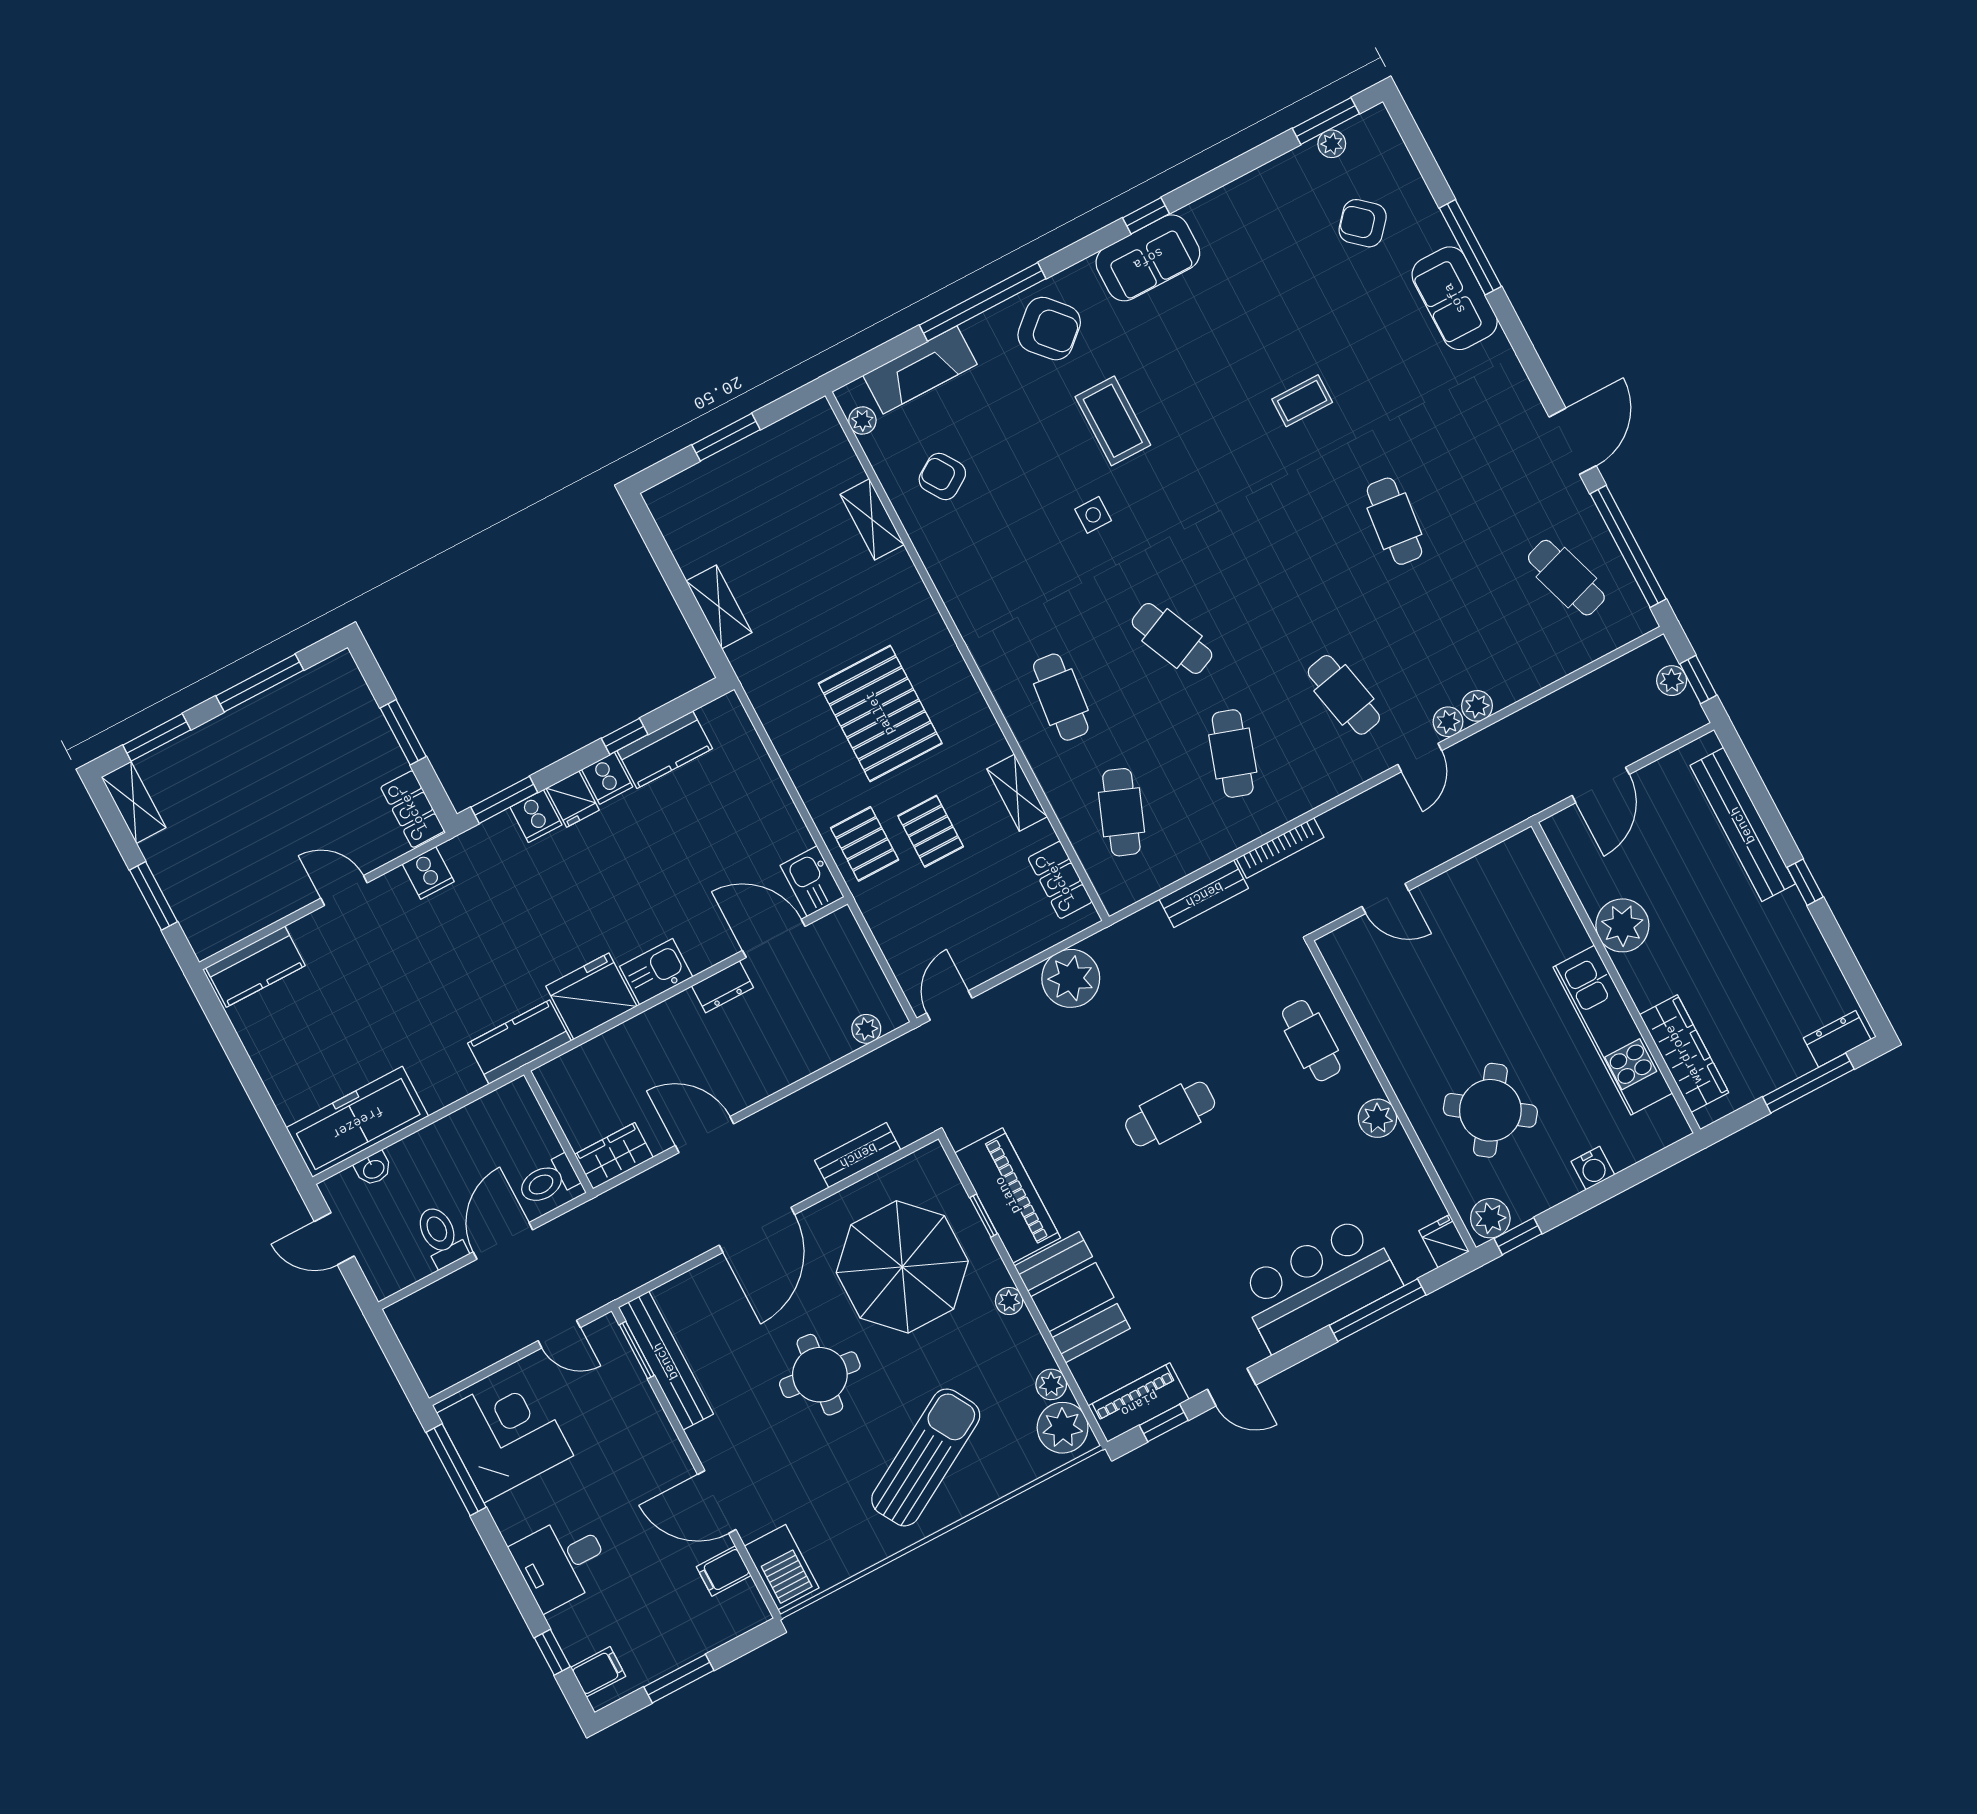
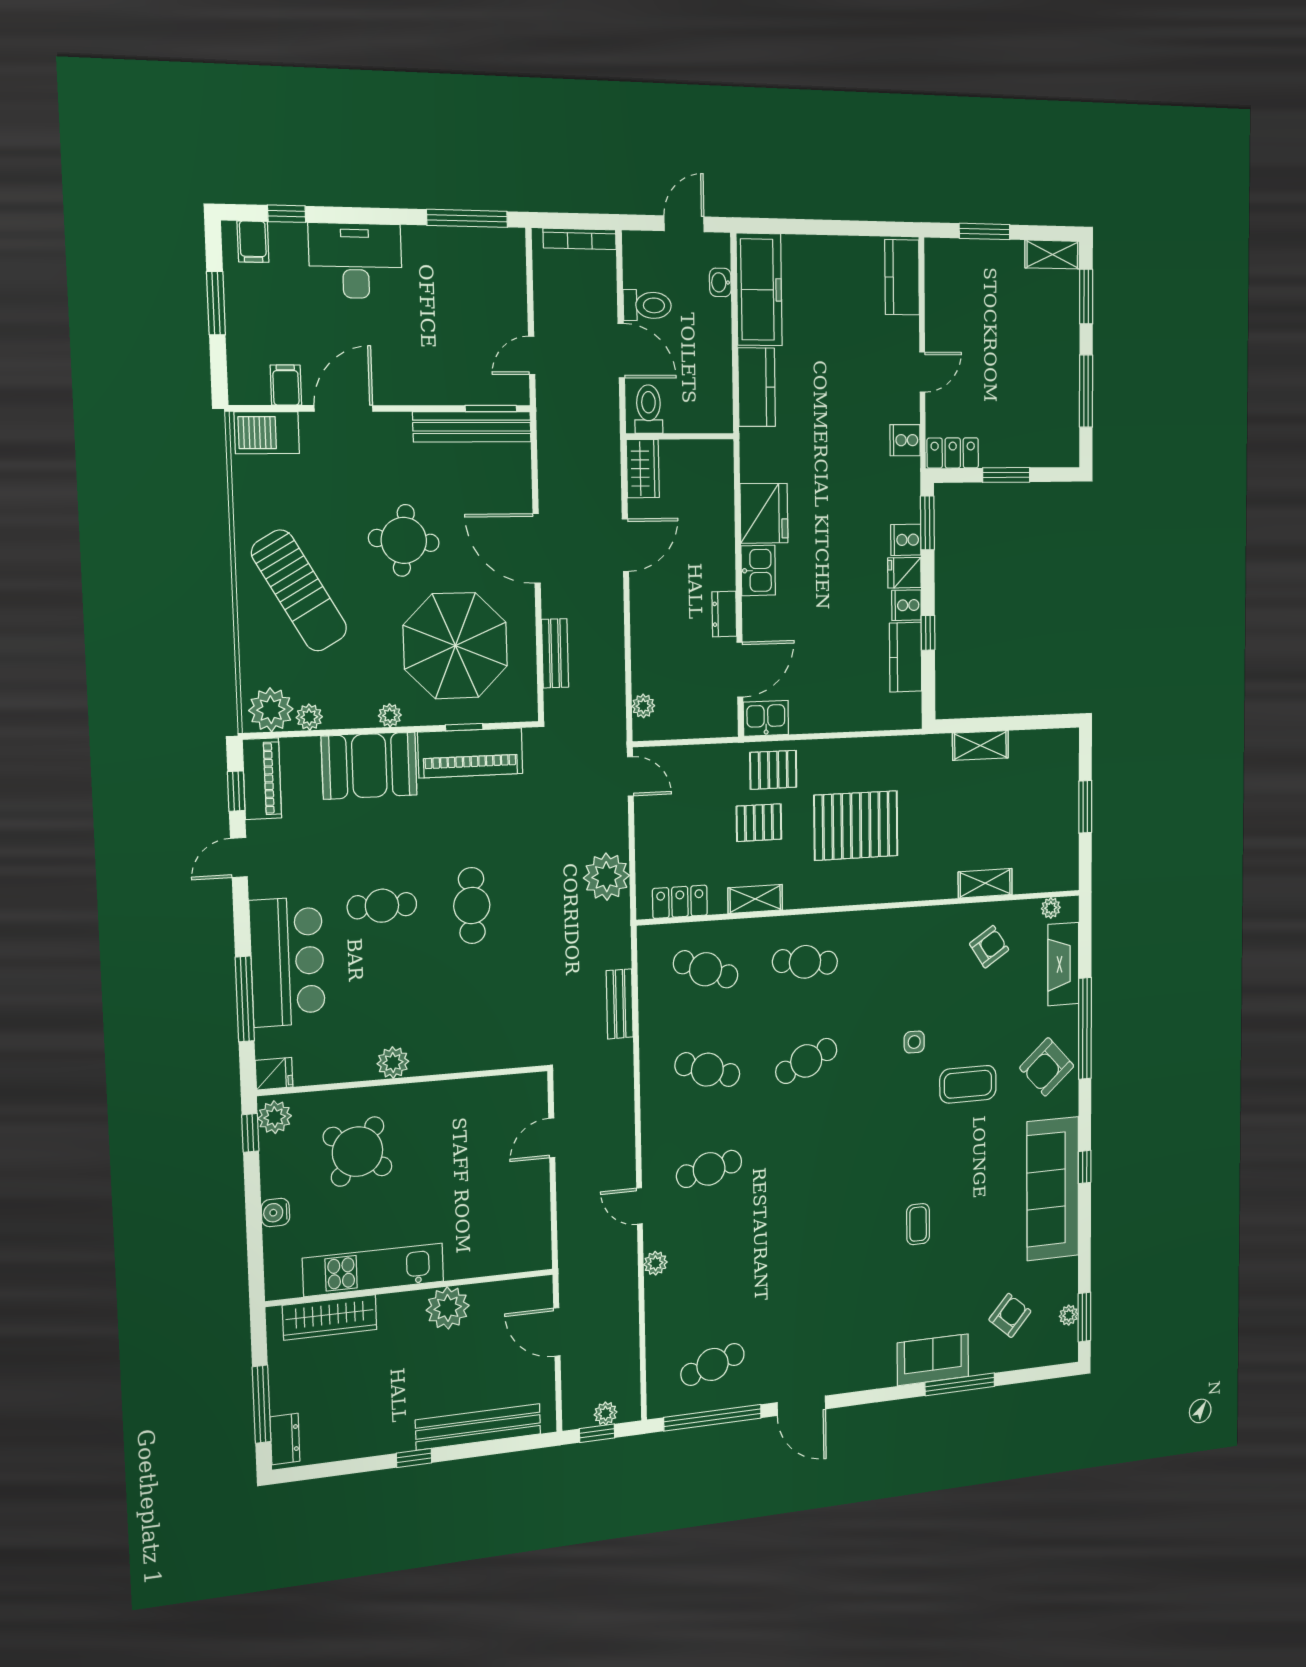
sofa: (1148, 258) -> (1053, 1189), width x1.85, depth x1.27
cafe table: (1394, 521) -> (809, 1256), removed
plant: (1448, 722) -> (655, 1237), removed
bookcase: (1280, 848) -> (580, 239), moved, turned -90
cafe table: (1311, 1041) -> (382, 906), moved
kitchen counter: (519, 1042) -> (757, 387), moved
corner desk: (505, 1434) -> (476, 272), removed
desk: (562, 1562) -> (355, 261), width x1.37

